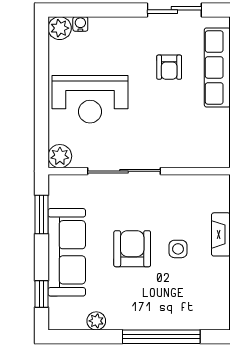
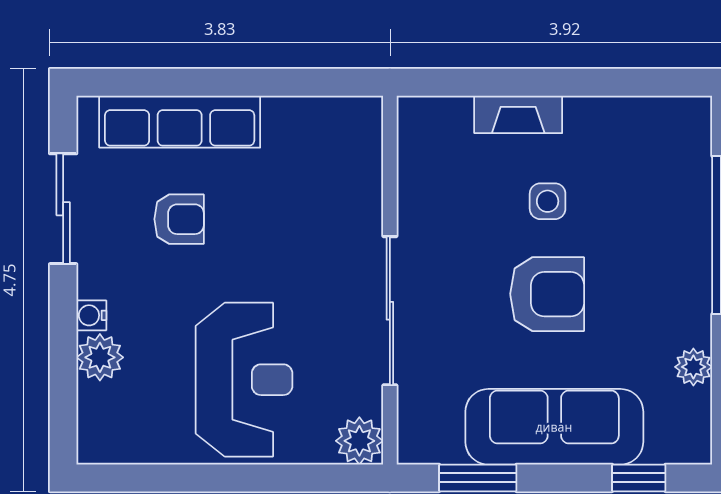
water cooler: (80, 24) -> (91, 315), moved
plant: (60, 28) -> (100, 357), moved
armchair: (132, 249) -> (547, 294), turned 180

